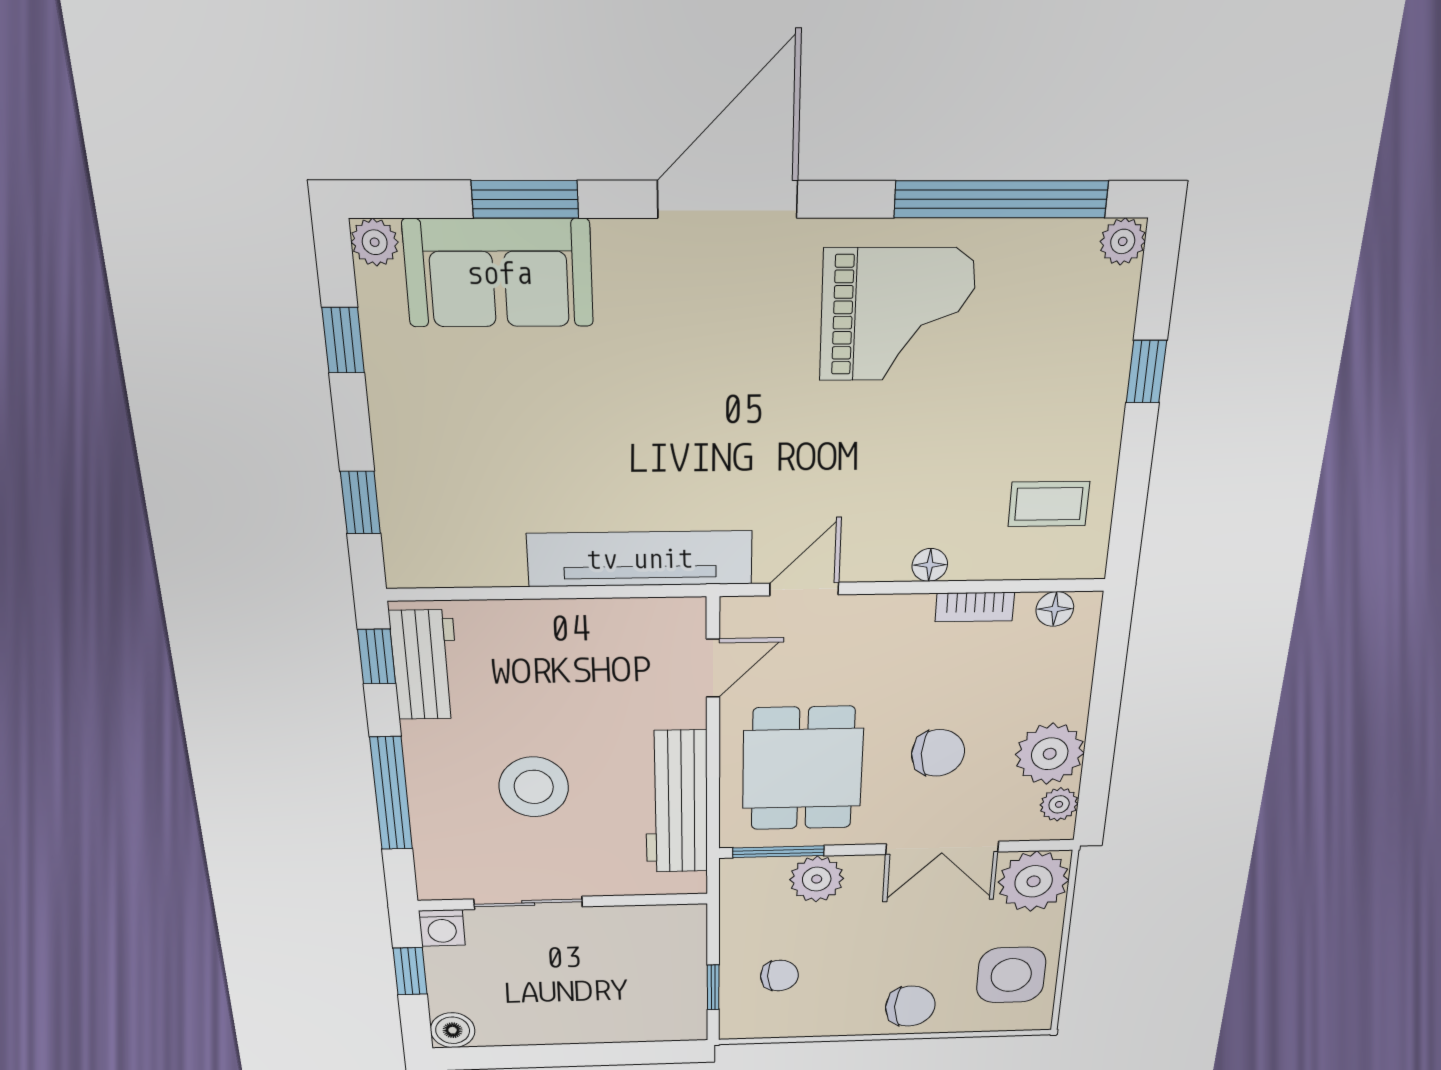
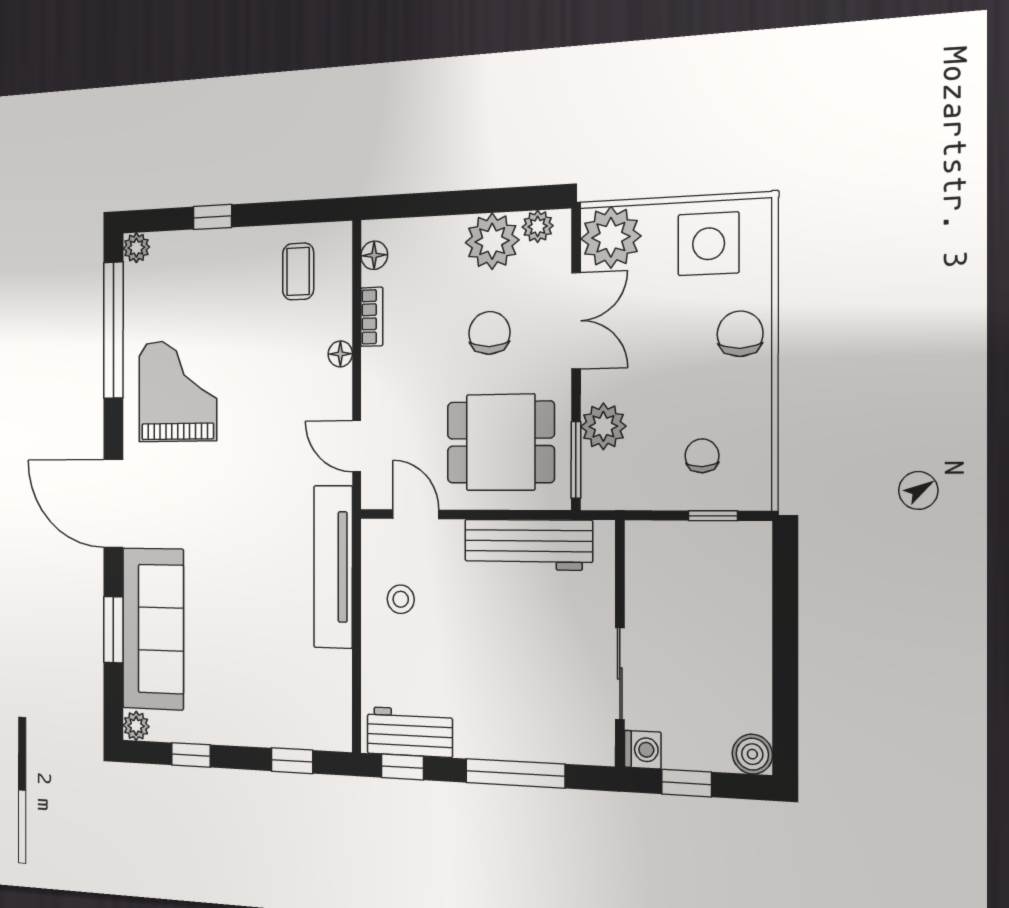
sofa: (499, 273) -> (153, 629), width x1.36
stool: (534, 787) -> (401, 599), moved, width x0.53, depth x0.53

